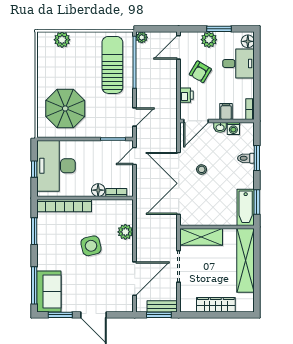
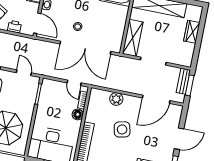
door: (135, 156) -> (74, 83), moved
door: (135, 279) -> (156, 99), swing flipped
wardrobe: (216, 305) -> (192, 32), width x0.67

